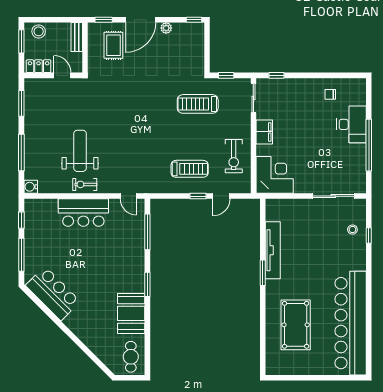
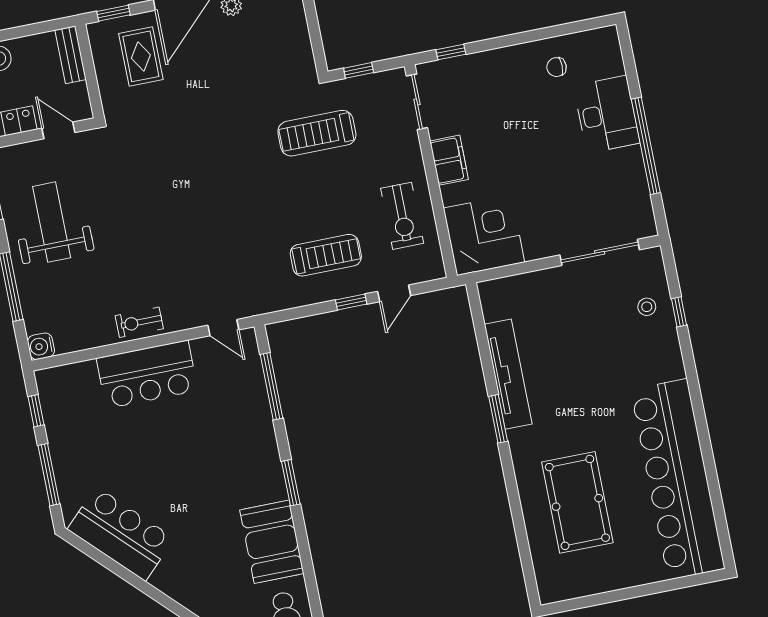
weight bench: (80, 151) -> (52, 222), moved

